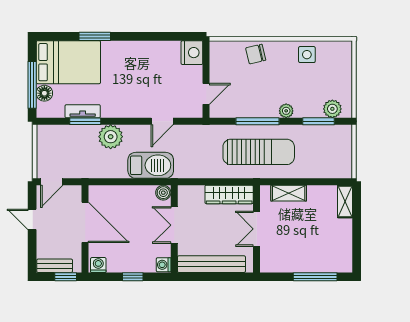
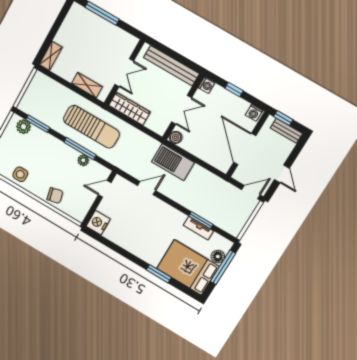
plant: (286, 111) -> (83, 160), moved
plant: (111, 137) -> (189, 199), removed
sun lounger: (259, 152) -> (91, 127), turned 180

